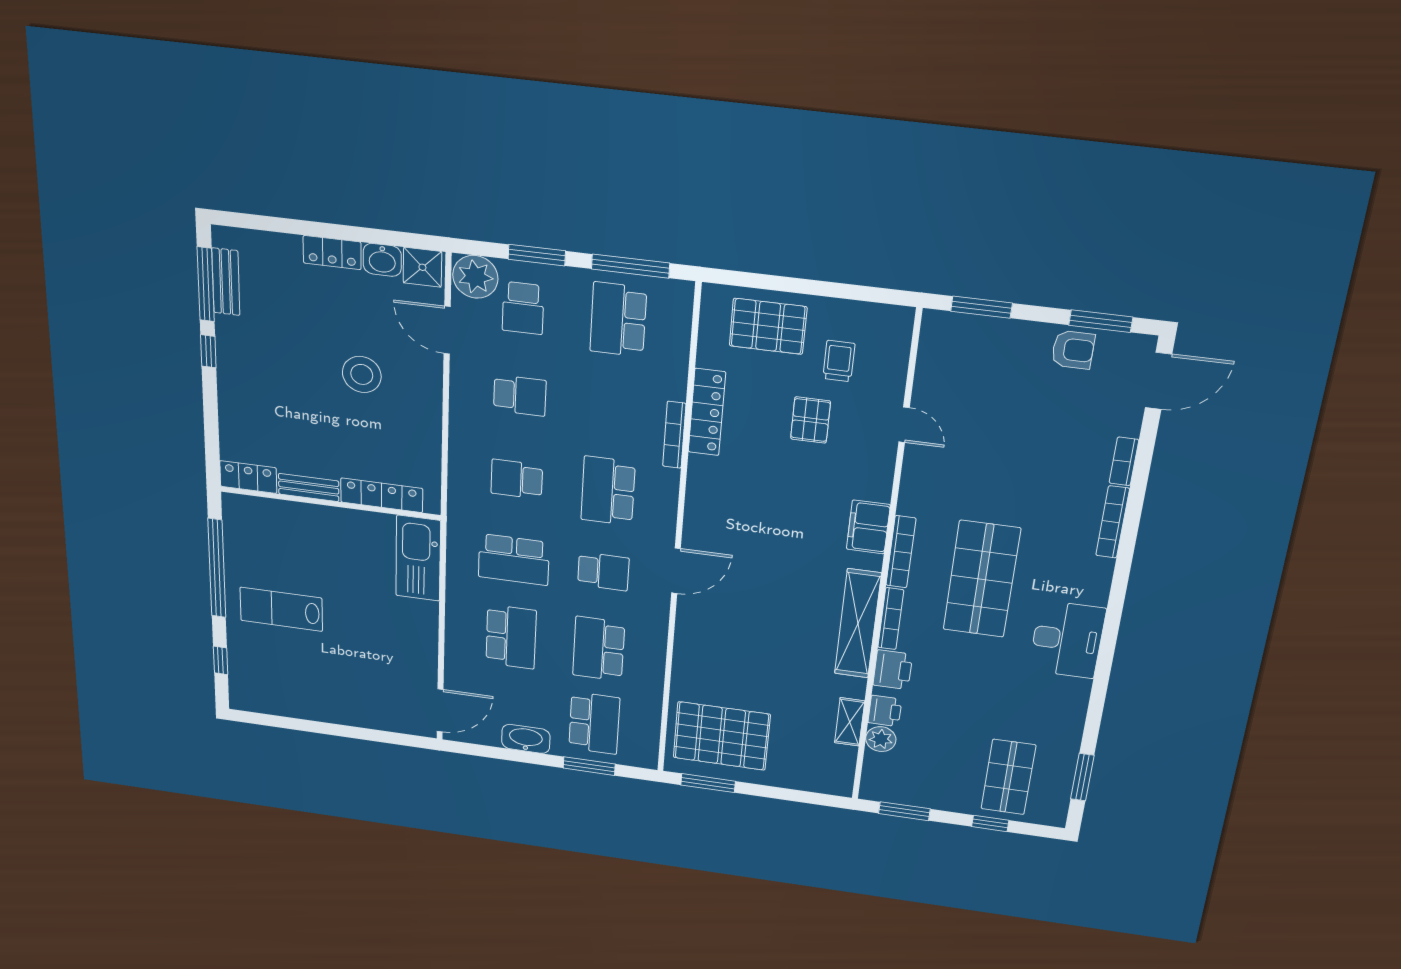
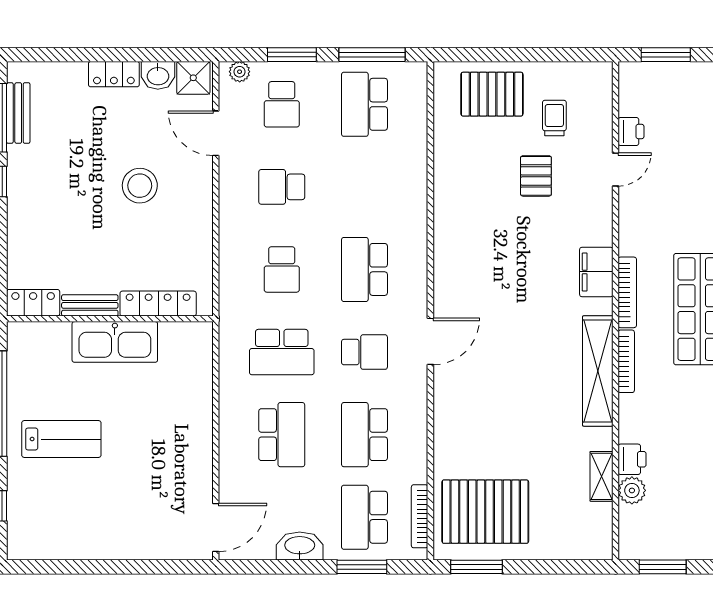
plant: (475, 277) -> (240, 72), width x0.53, depth x0.53
school desk: (520, 395) -> (282, 187), turned 180
locker: (707, 412) -> (446, 181), removed
door: (904, 425) -> (615, 169), hinge flipped
bookcase: (674, 435) -> (420, 516), moved
school desk: (517, 479) -> (282, 269), turned -90
kitchen sink: (418, 558) -> (115, 342), moved, turned -90
lab bench: (281, 609) -> (61, 439), turned 180
printer: (893, 670) -> (631, 132), moved, width x0.73, depth x0.81
school desk: (594, 723) -> (364, 517), turned 180

